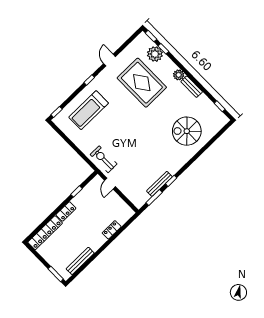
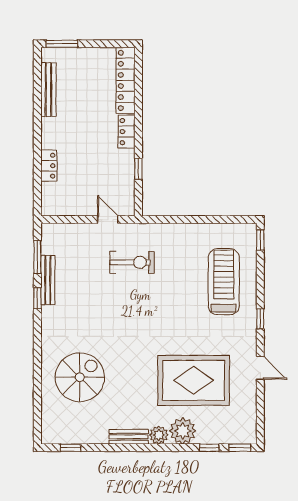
plant: (155, 54) -> (183, 431), moved
exercise bike: (104, 159) -> (132, 262), moved

